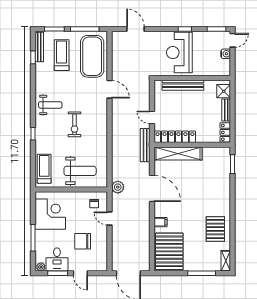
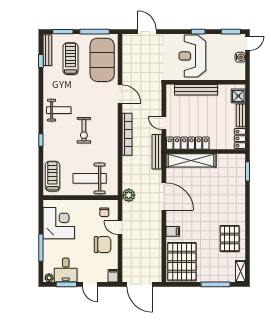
bookcase: (116, 128) -> (127, 134), added
weight bench: (80, 171) -> (90, 178), turned 180
chair: (83, 241) -> (103, 244), moved, turned 180
filing cabinet: (103, 265) -> (113, 276), added

